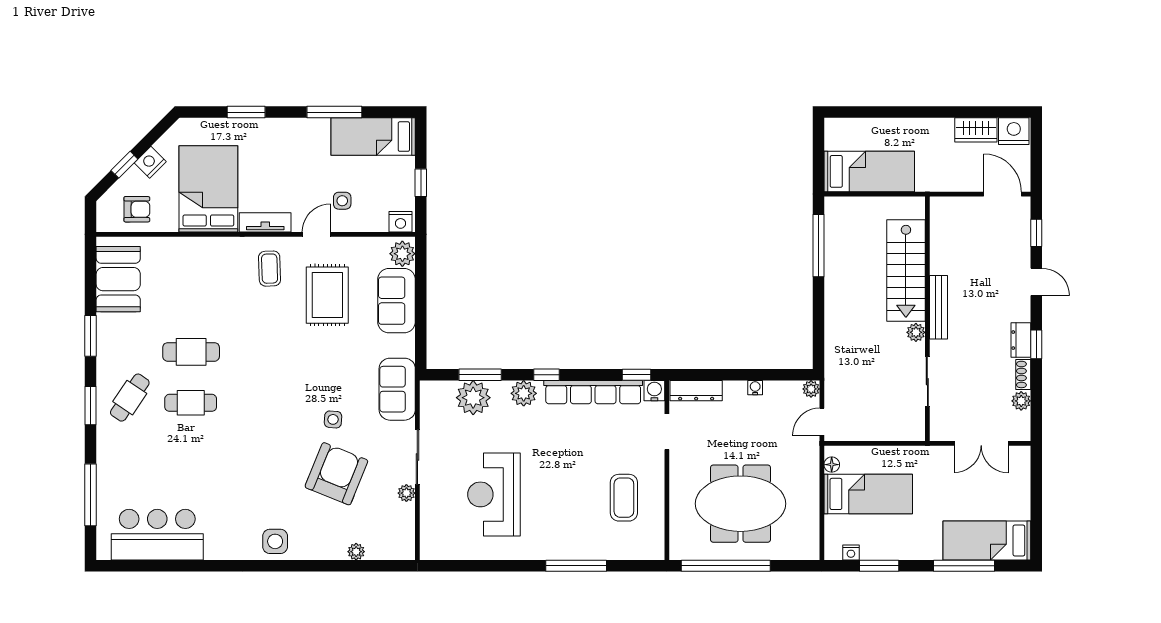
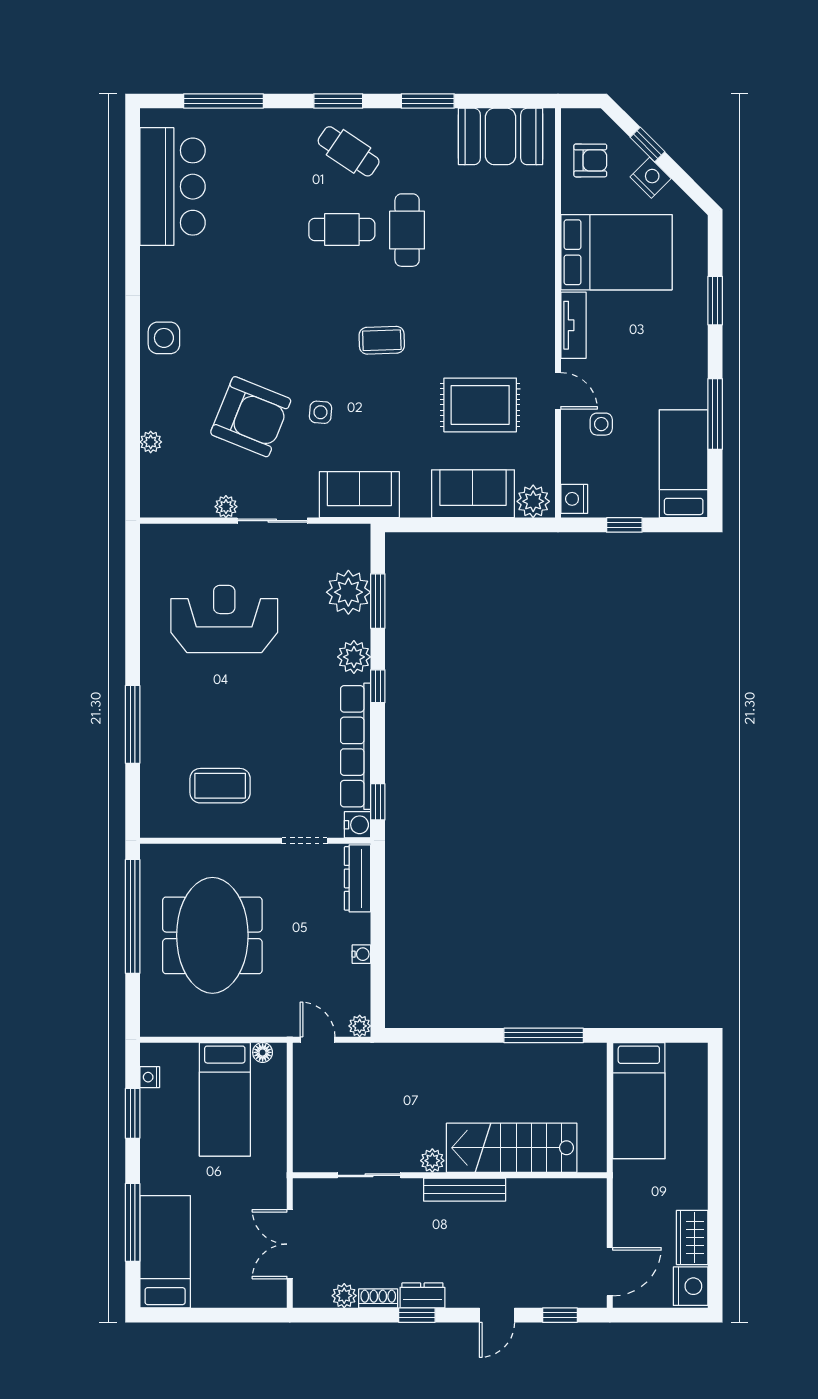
armchair: (137, 209) -> (590, 160), turned -90
coffee table: (270, 269) -> (382, 340), moved
cafe table: (191, 403) -> (342, 230), turned 90

